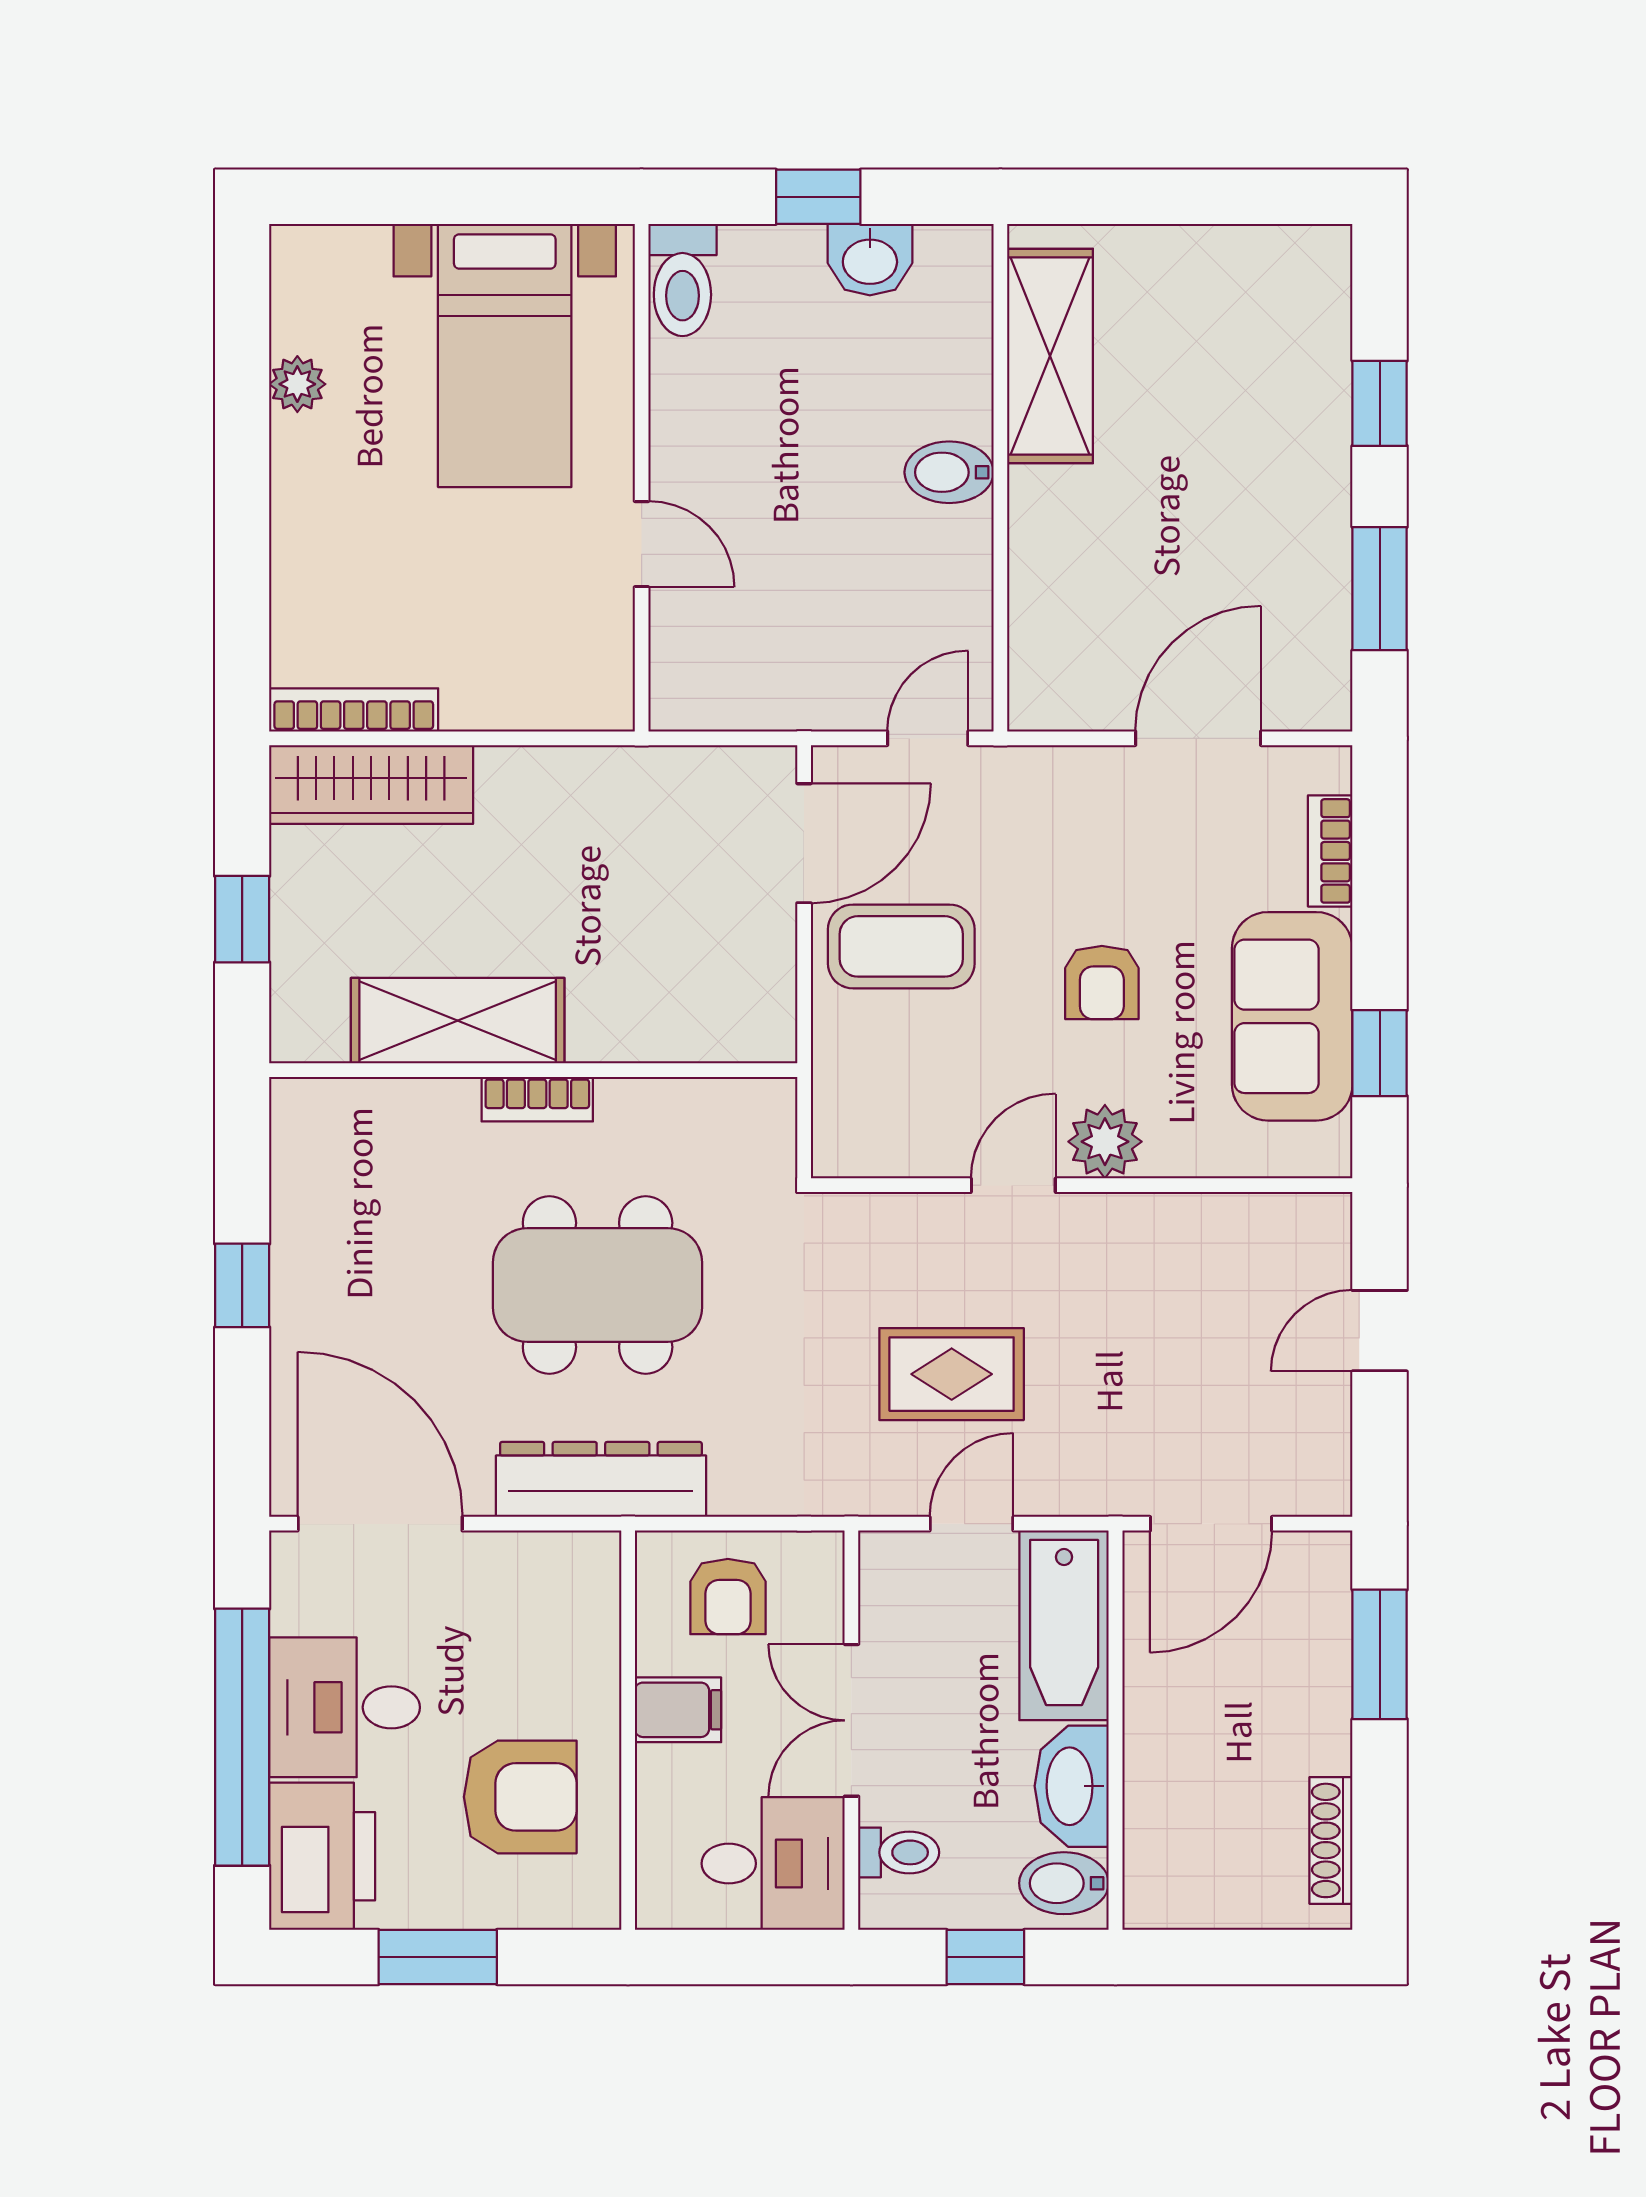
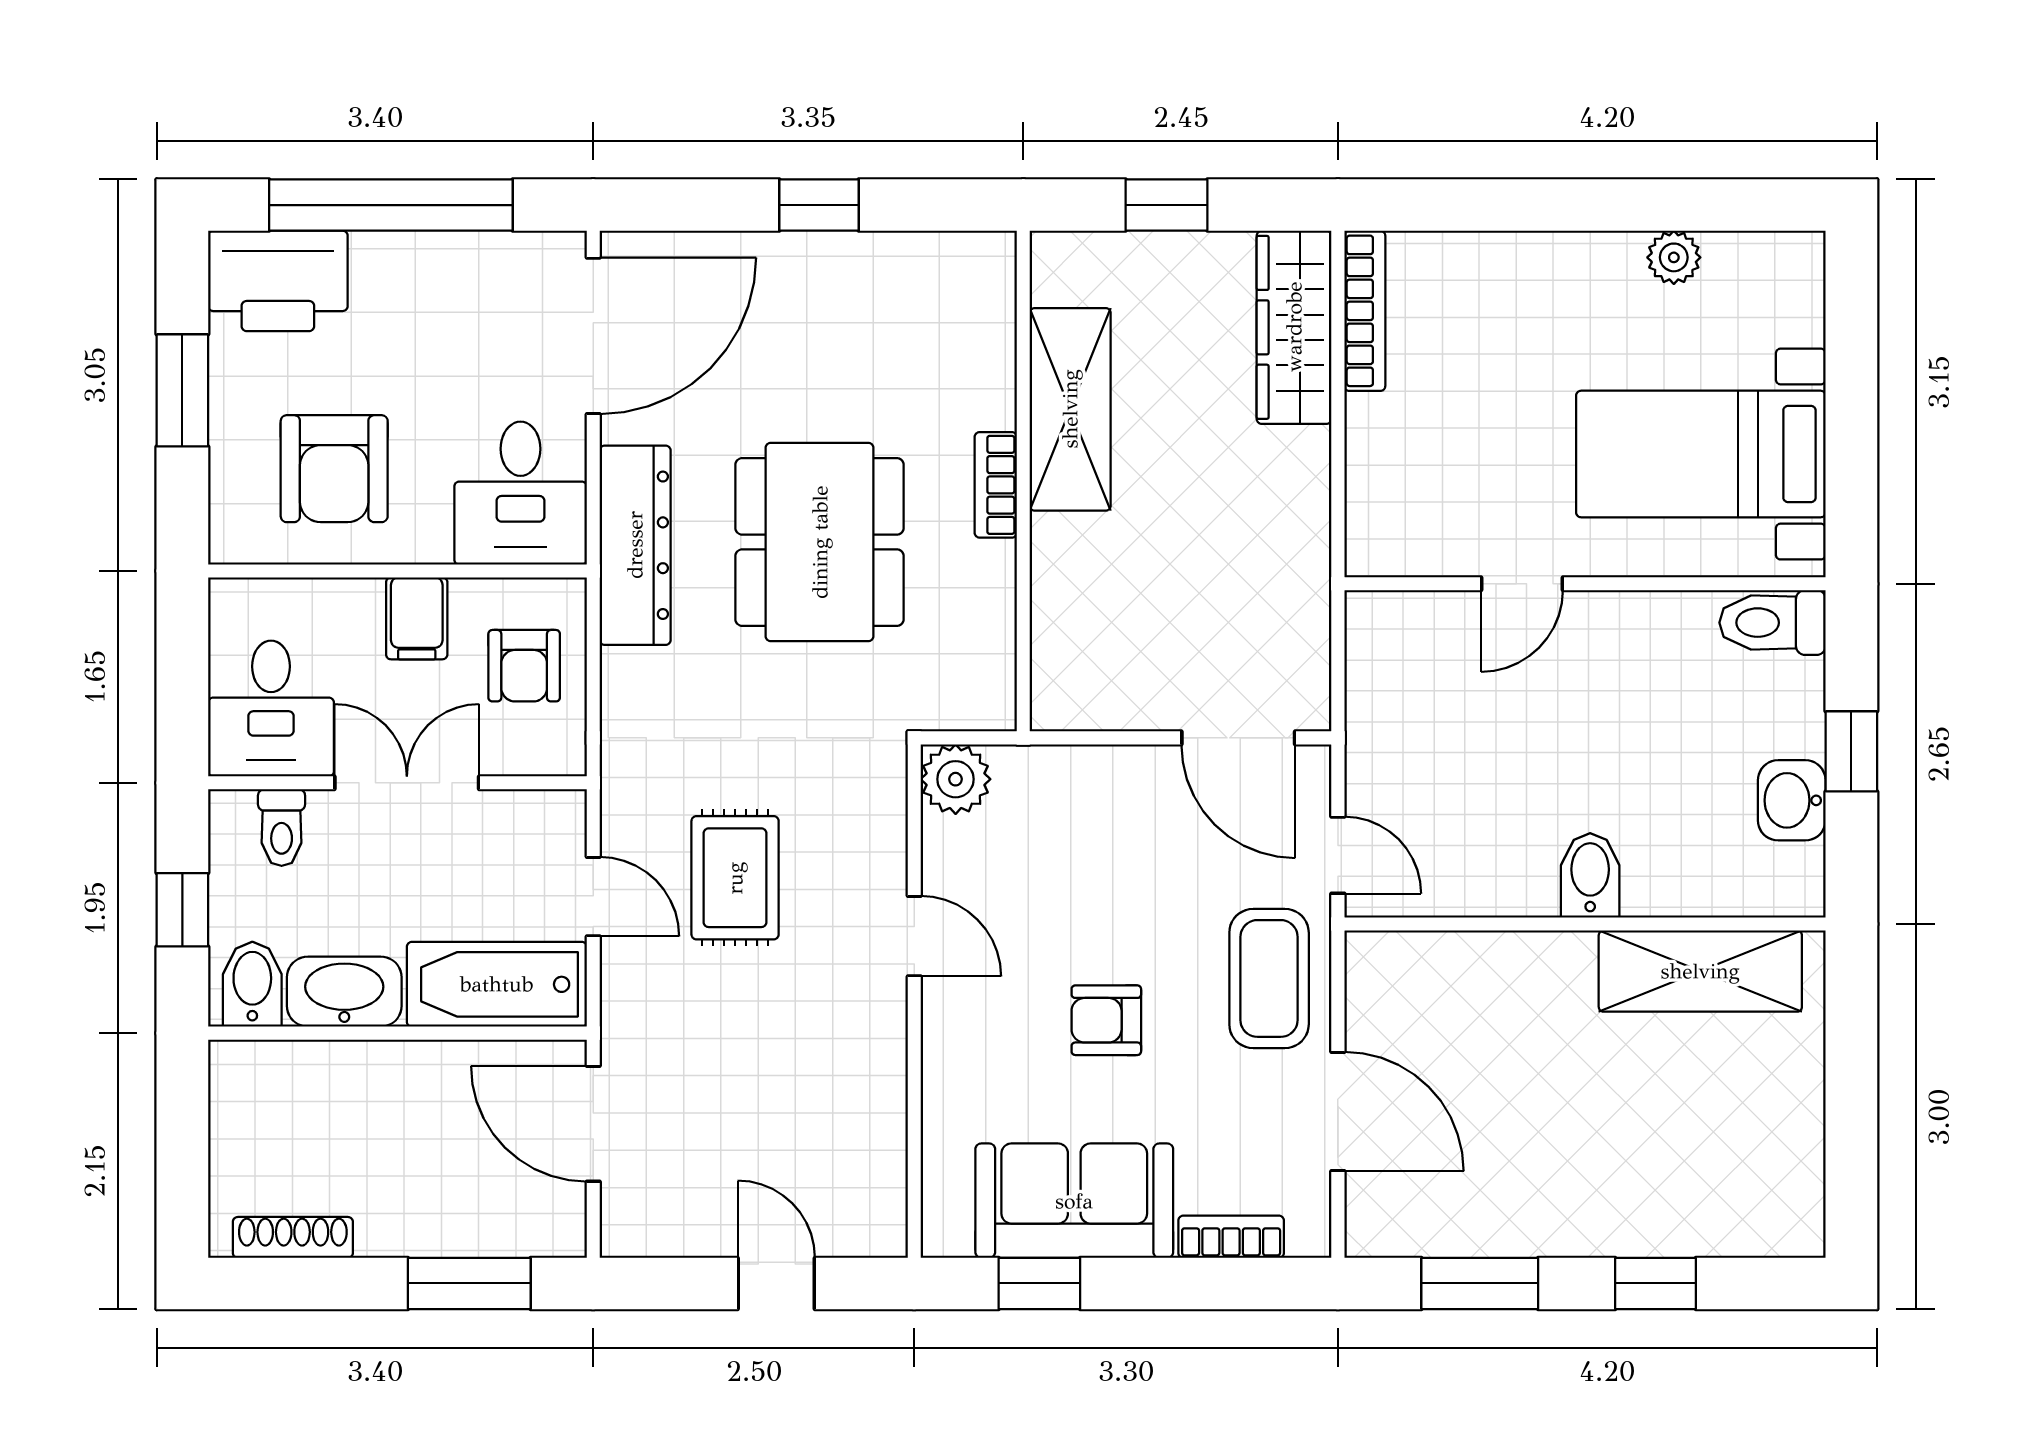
coffee table: (901, 946) -> (1269, 978), moved
plant: (1105, 1142) -> (956, 779), moved
armchair: (728, 1597) -> (524, 666), turned -90
desk: (345, 1707) -> (521, 493), moved, turned 180

